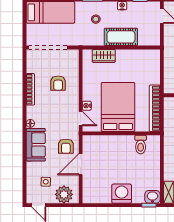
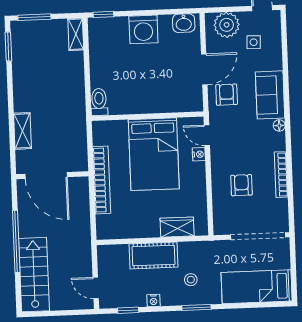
bookcase: (155, 108) -> (102, 180), moved
toilet: (141, 145) -> (99, 102), moved
washbasin: (152, 197) -> (184, 23), moved

